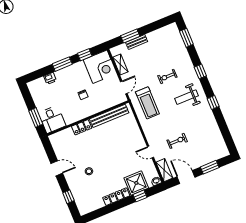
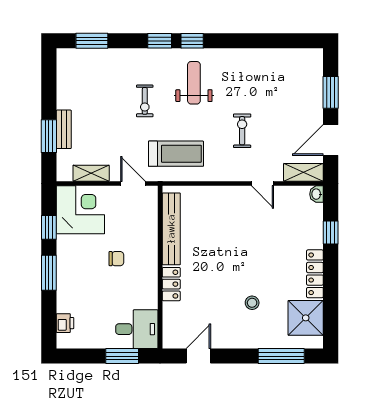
printer: (50, 78) -> (65, 323), moved
weight bench: (186, 97) -> (194, 83), turned 180
window: (213, 102) -> (192, 41), moved
exercise bike: (177, 141) -> (242, 131), moved
door: (150, 152) -> (262, 184), hinge flipped
door: (57, 168) -> (198, 356), moved
shower: (136, 183) -> (306, 318), moved
window: (68, 197) -> (281, 356), width x2.17

